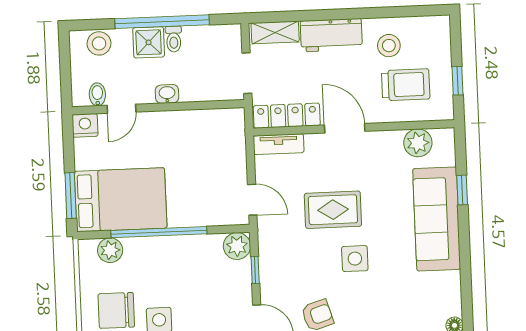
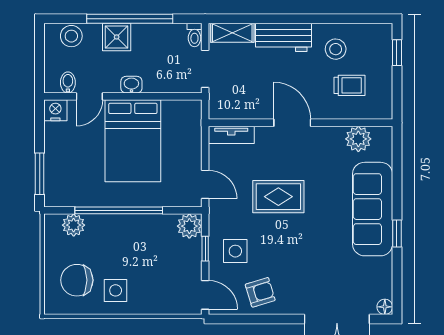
toilet: (174, 39) -> (194, 35), moved
window: (458, 81) -> (397, 53), moved
trolley: (406, 85) -> (349, 85), width x0.73, depth x0.72
locker: (287, 116) -> (240, 109), removed
window: (462, 190) -> (397, 234), moved
bed: (121, 200) -> (133, 141), moved, turned 90
side table: (355, 259) -> (235, 251), moved

